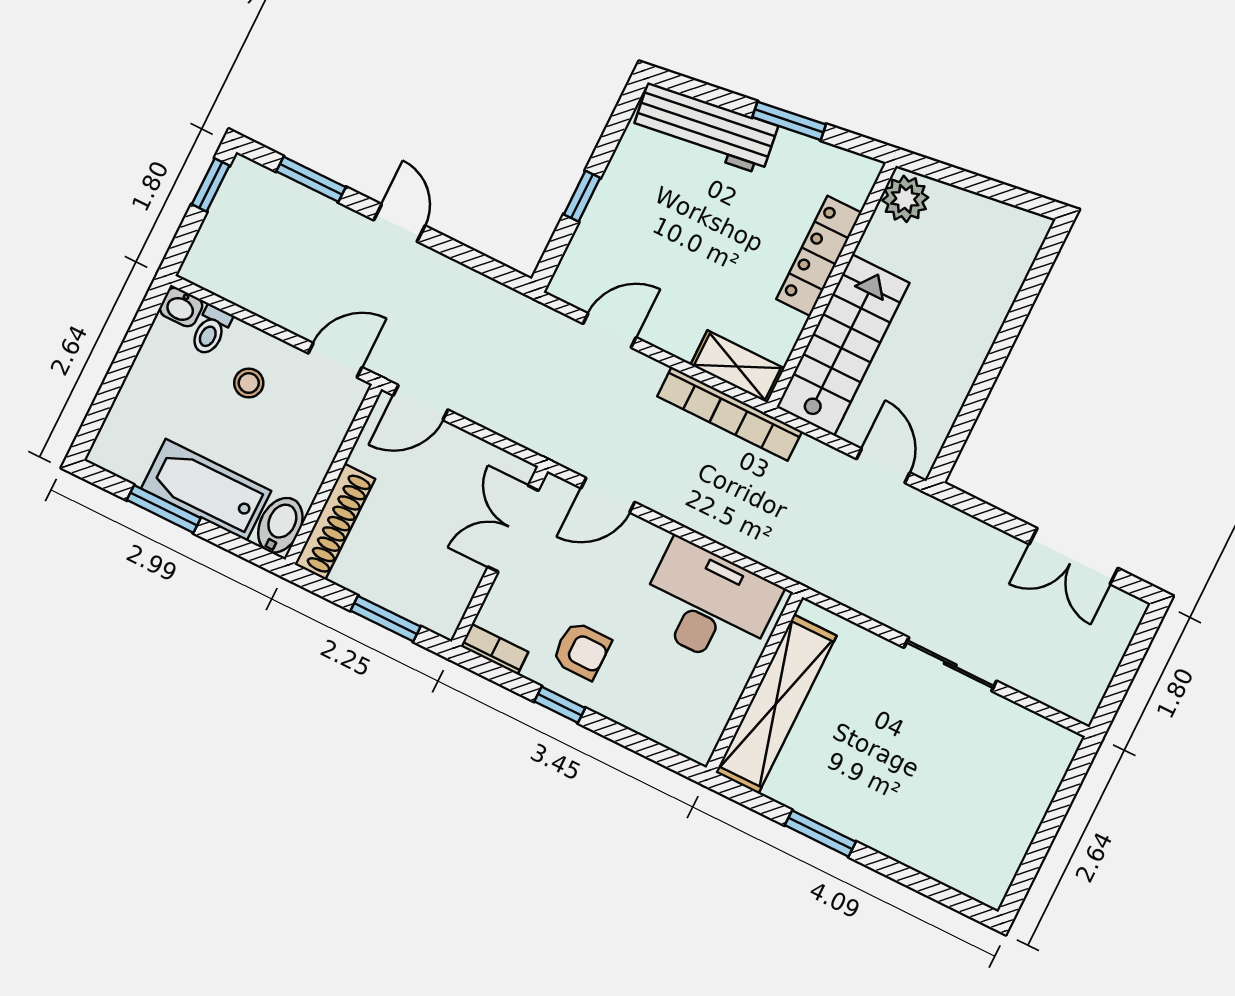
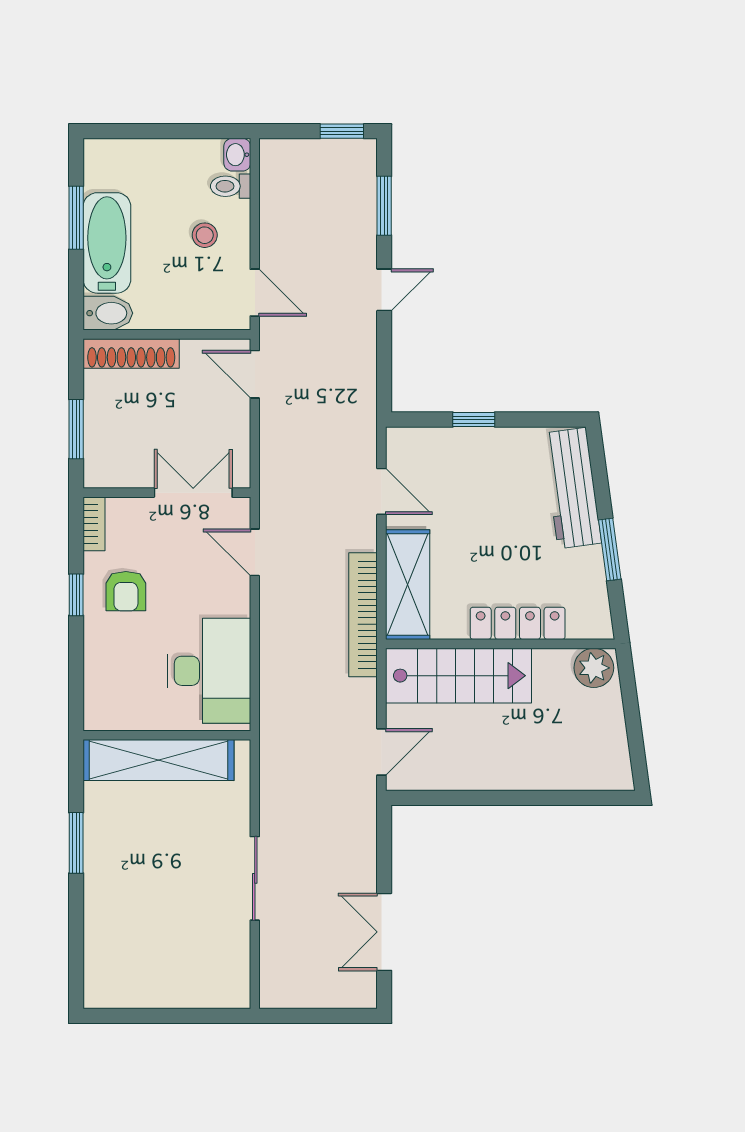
shelving: (737, 367) -> (408, 585), width x1.50, depth x1.33

